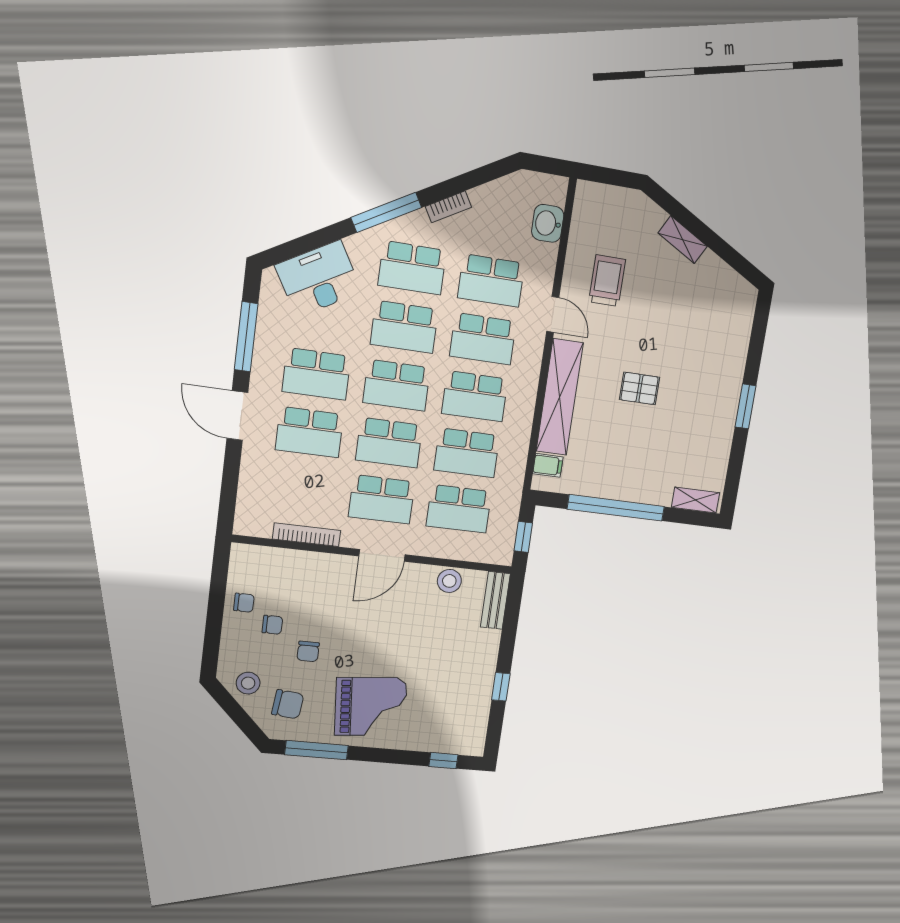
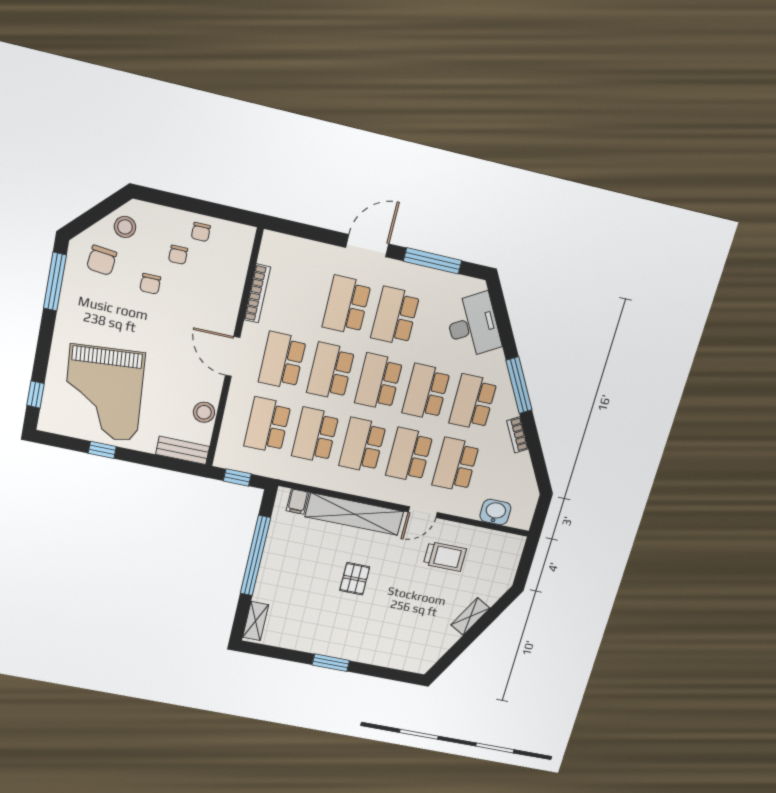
chair: (308, 651) -> (150, 284), turned -90
grand piano: (371, 707) -> (104, 393), moved, width x1.37, depth x1.48

